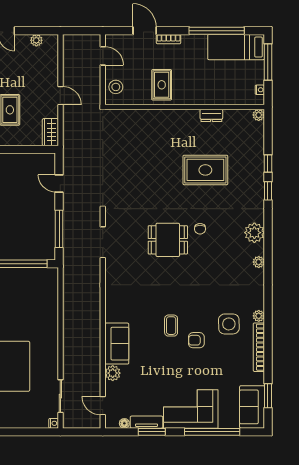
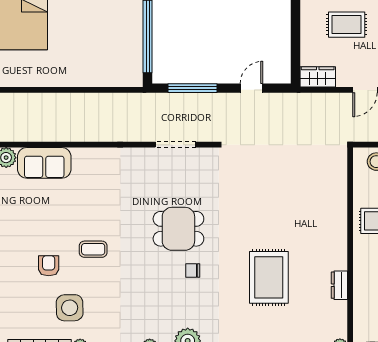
dining table: (168, 240) -> (178, 229), turned 90
coffee table: (171, 326) -> (93, 249), moved

